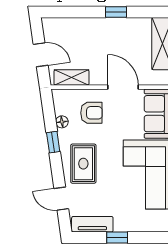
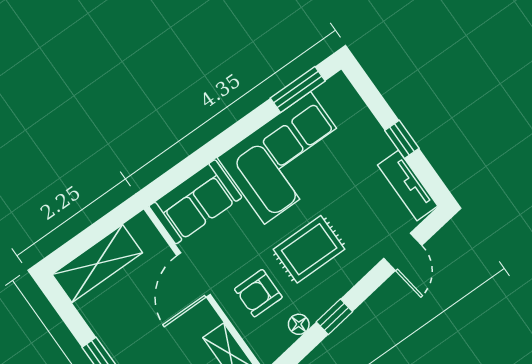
armchair: (91, 113) -> (258, 293), turned -90
rug: (83, 164) -> (309, 249), moved

